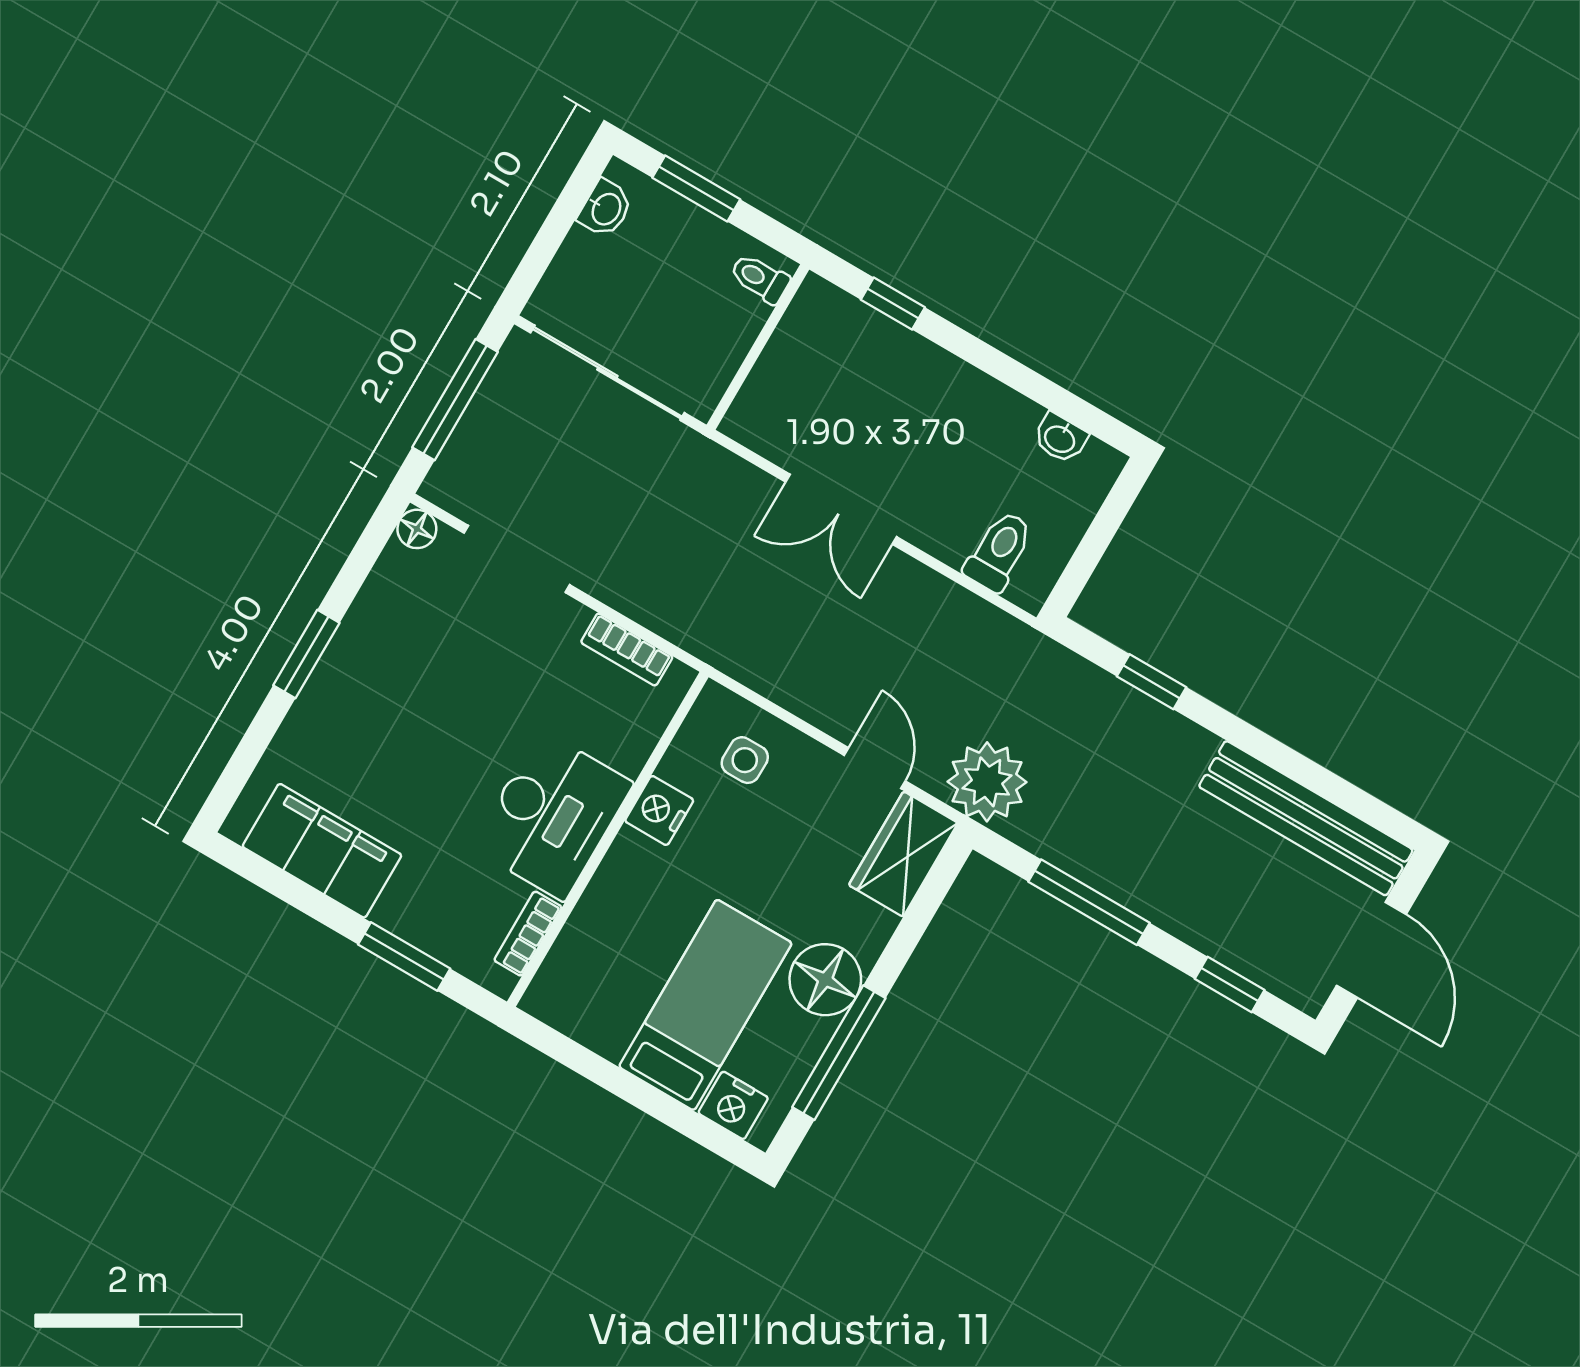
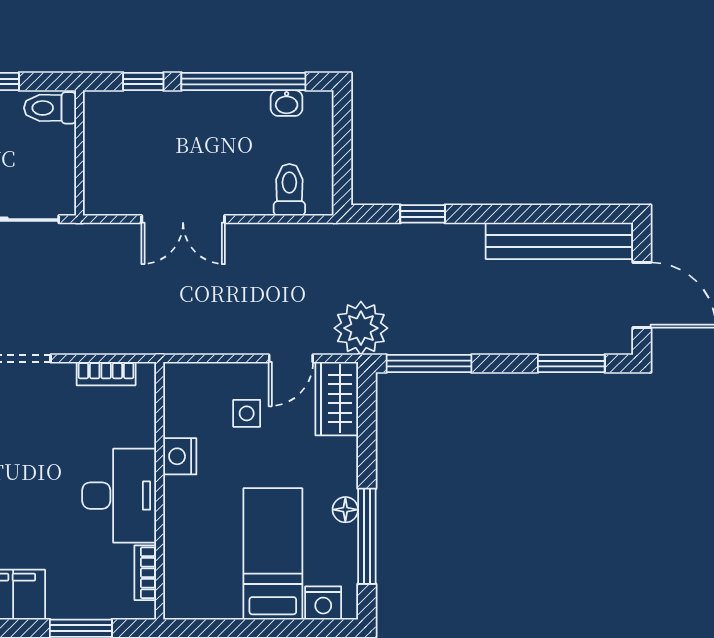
toilet: (760, 278) -> (50, 108), width x1.37, depth x1.39
window: (1021, 378) -> (243, 81), added
side table: (745, 760) -> (247, 413), moved
door: (875, 768) -> (291, 358), swing flipped
window: (1089, 902) -> (429, 364), moved
floor lamp: (825, 980) -> (345, 510), width x0.53, depth x0.53
window: (1230, 984) -> (571, 364), width x1.50

